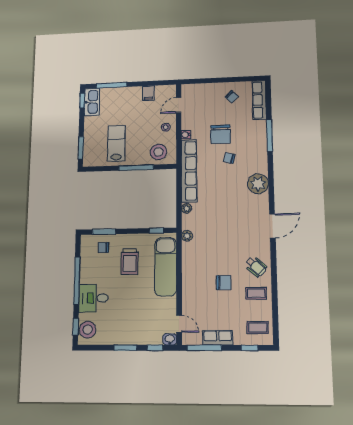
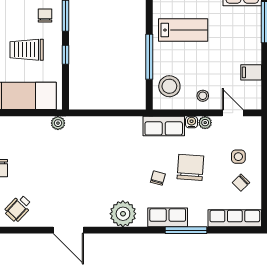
side table: (212, 99) -> (238, 157), added
chair: (221, 134) -> (190, 167), turned 94
row of seats: (260, 150) -> (168, 217), added
row of seats: (189, 171) -> (164, 126), width x0.50
plant: (187, 208) -> (205, 123), moved
window: (156, 231) -> (65, 55), moved

